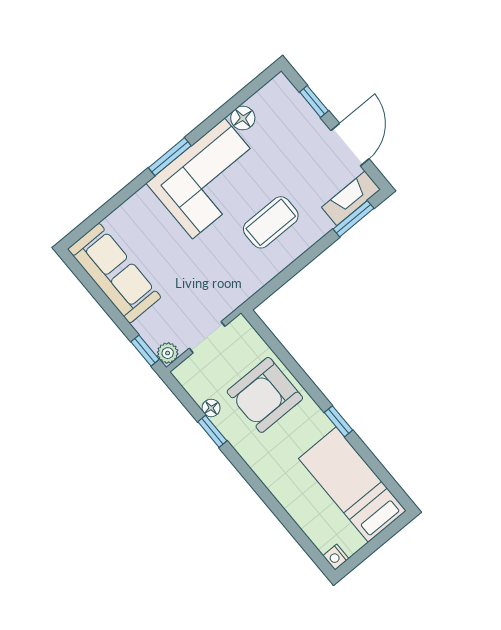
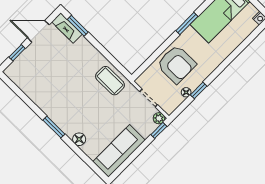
floor lamp: (243, 118) -> (79, 139), moved
corner sofa: (208, 179) -> (64, 105), removed
coffee table: (271, 222) -> (110, 81), moved
window: (338, 421) -> (187, 24), width x1.50

